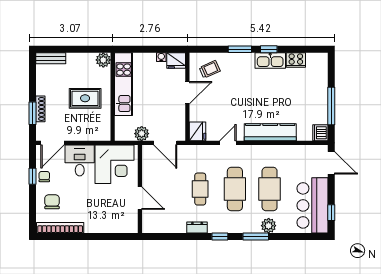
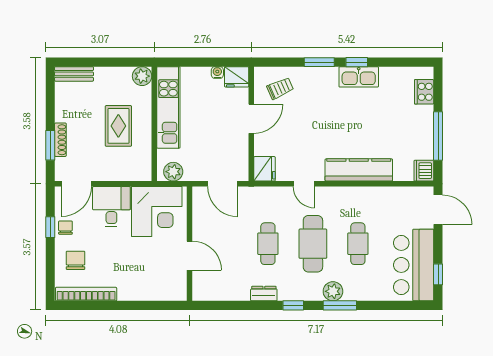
cooker: (296, 60) -> (424, 92), moved, turned 90
rug: (85, 98) -> (118, 126), turned 90
plant: (142, 134) -> (173, 172), moved
door: (228, 143) -> (304, 184), swing flipped
cafe table: (270, 189) -> (358, 244), width x0.73, depth x0.74
plant: (269, 226) -> (333, 291), moved

